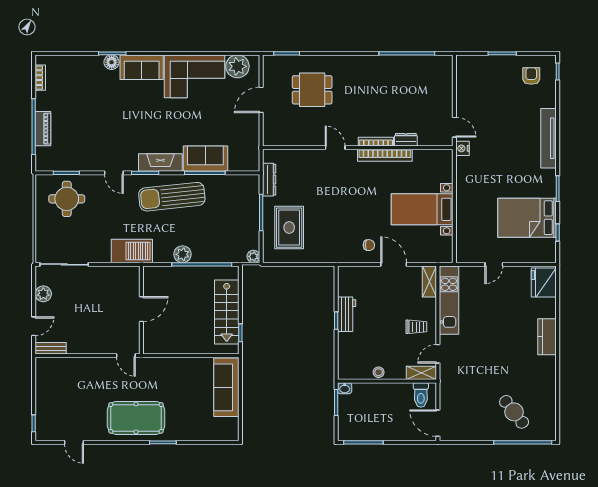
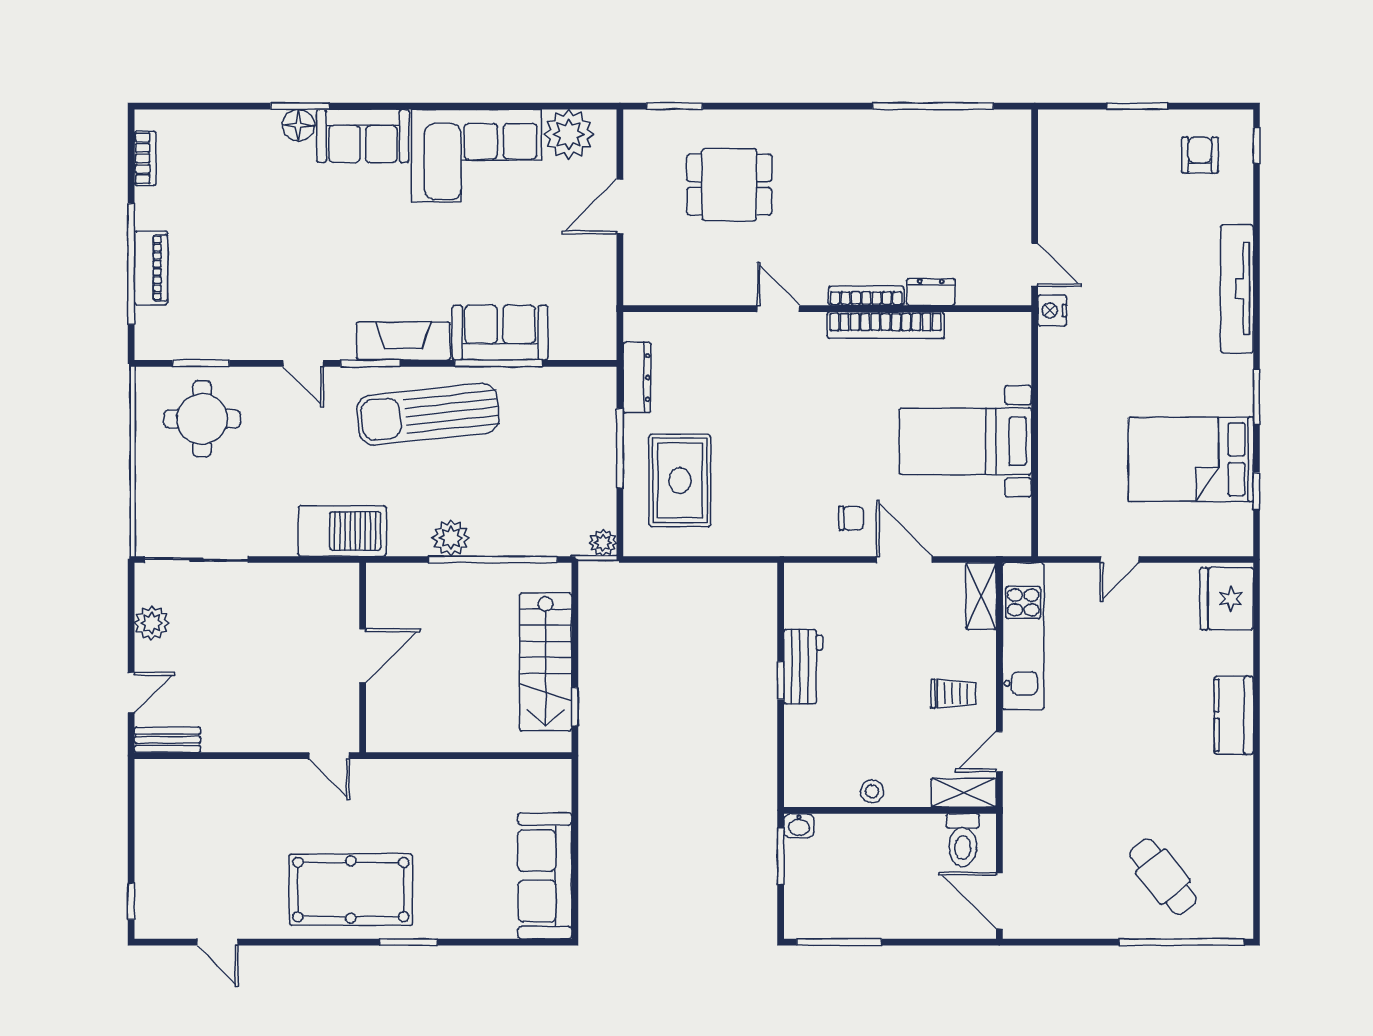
sofa: (226, 387) -> (545, 876), moved

